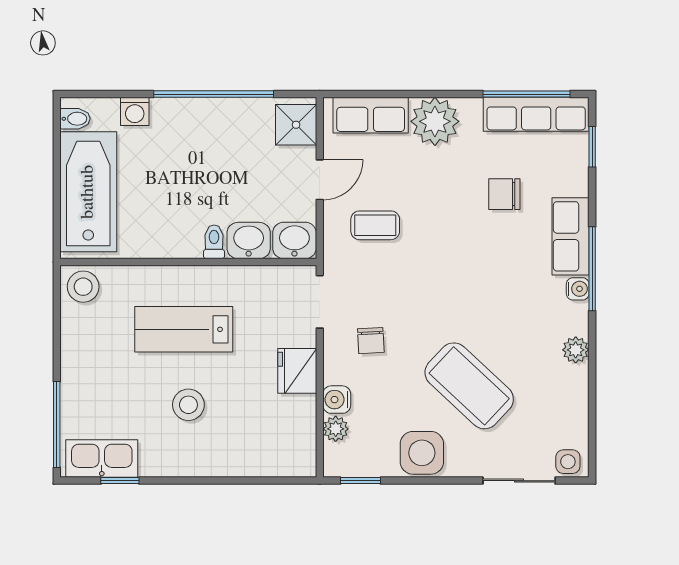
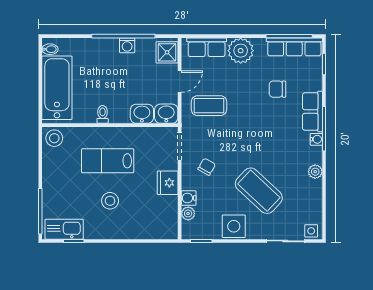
washing machine: (135, 111) -> (127, 45), moved
coffee table: (375, 225) -> (209, 106), width x1.36, depth x1.30
toilet: (214, 242) -> (103, 114), moved
chair: (371, 341) -> (207, 167), turned -147

